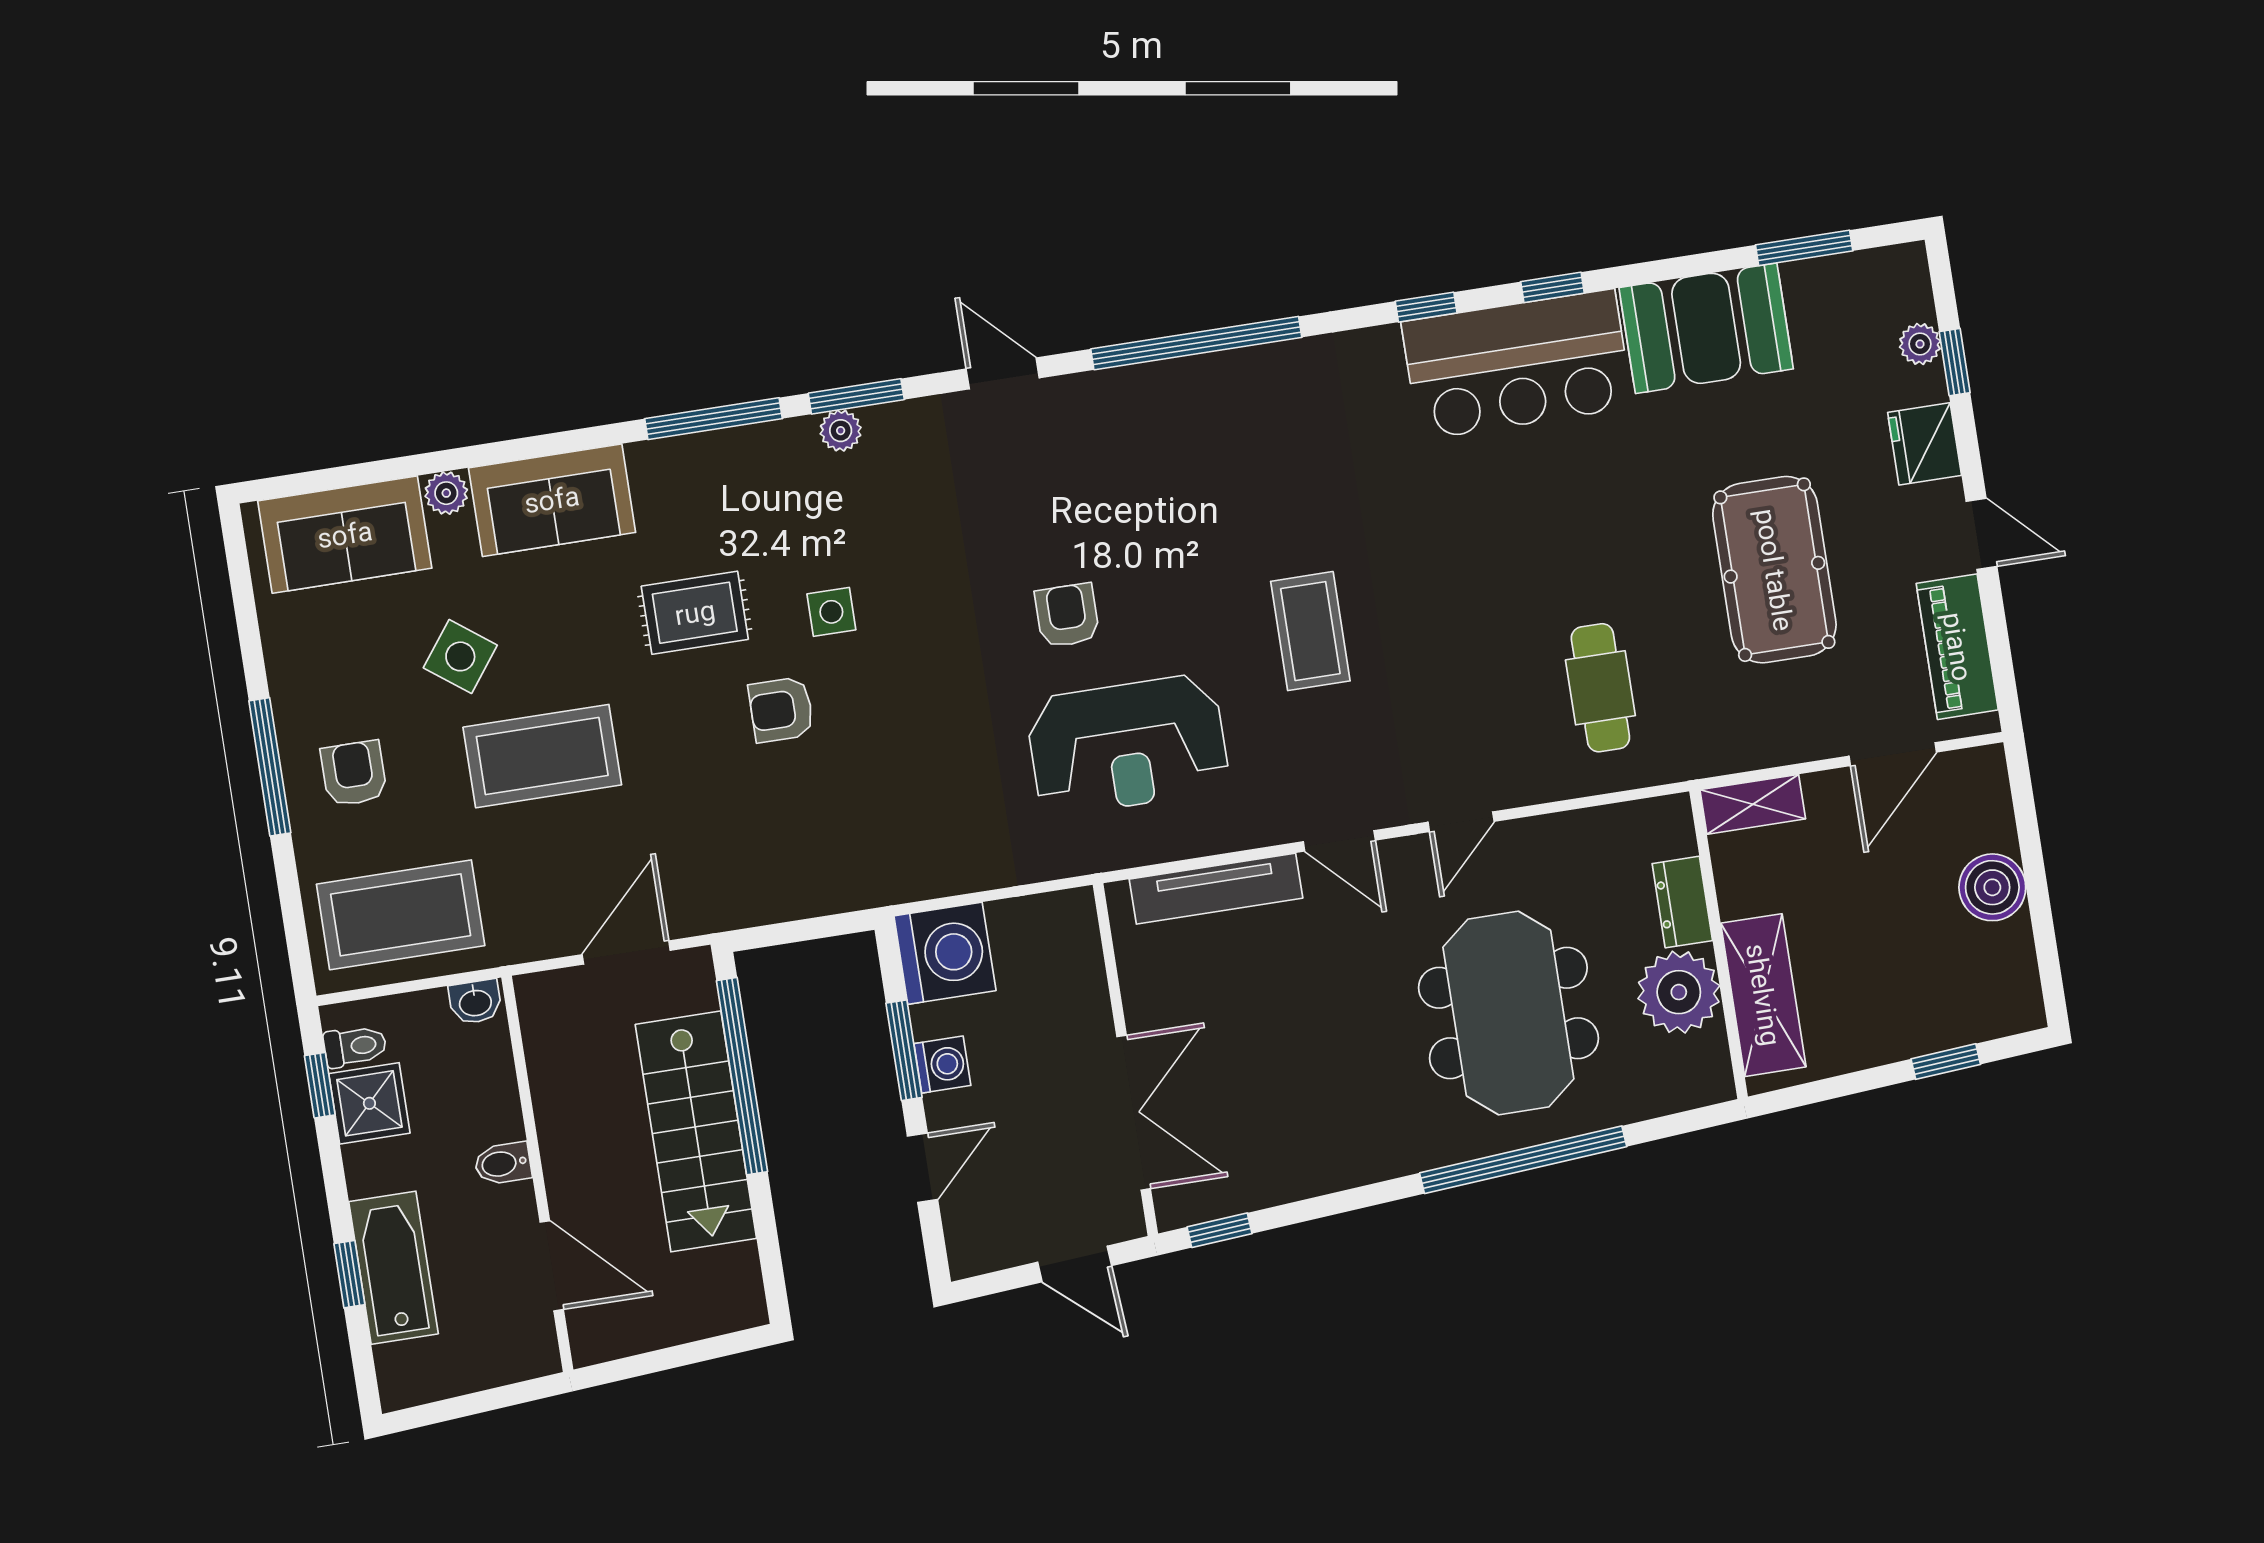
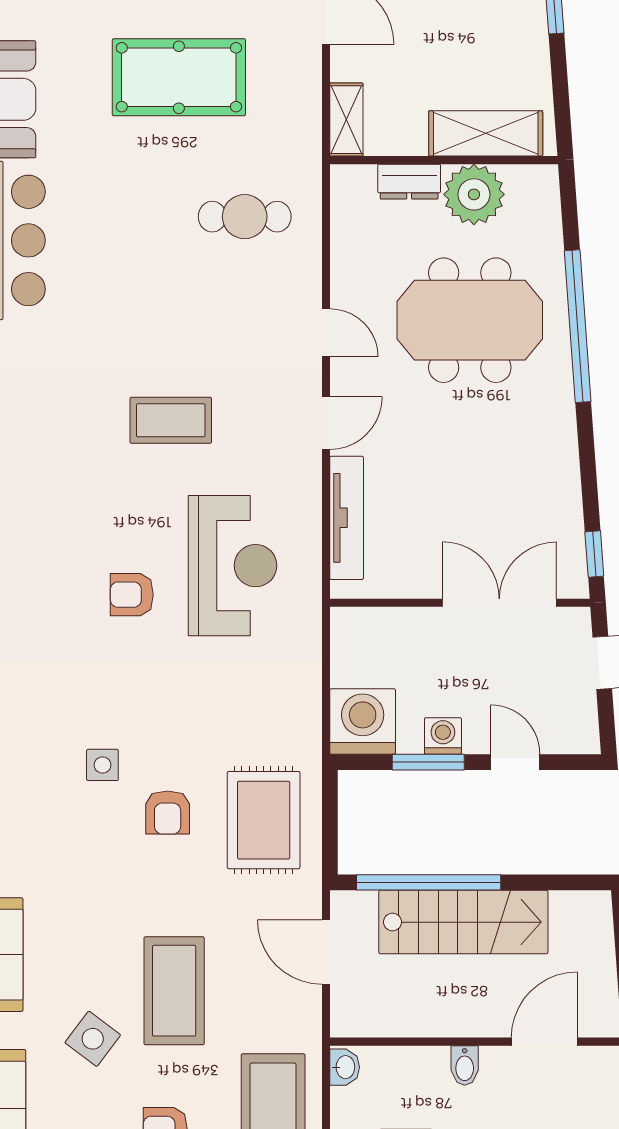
rug: (695, 613) -> (264, 820), moved, width x1.36, depth x1.43

